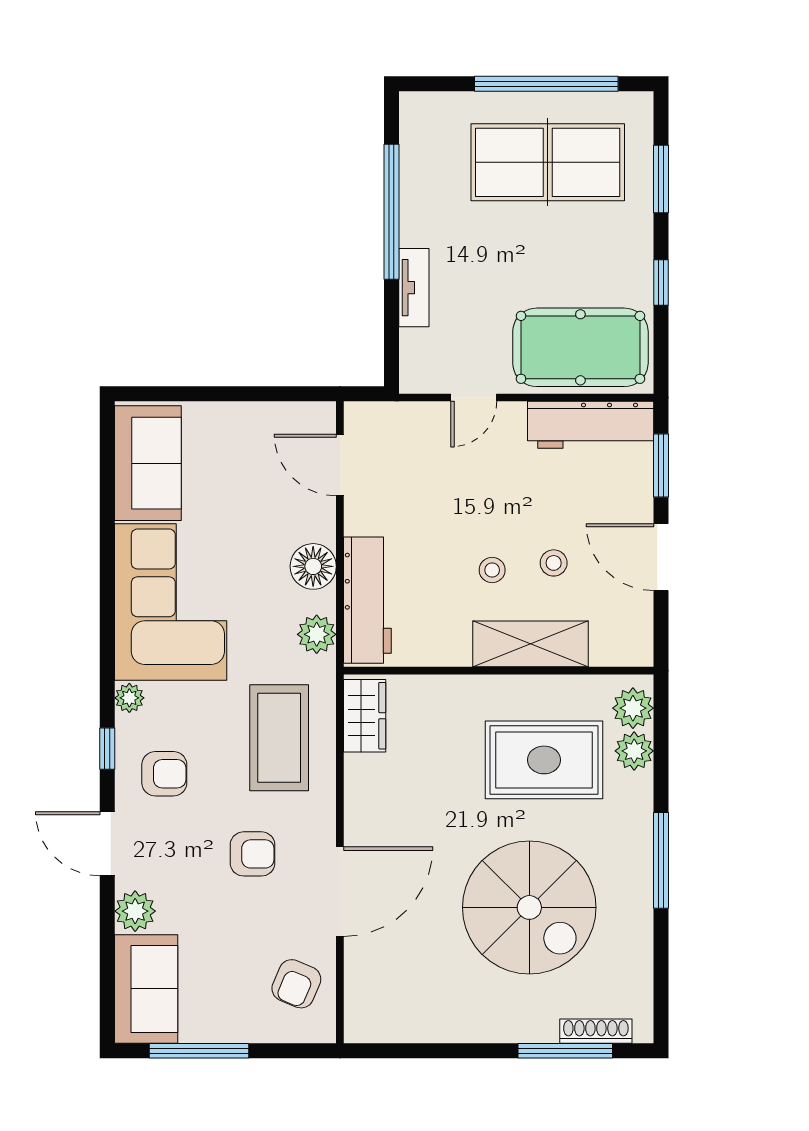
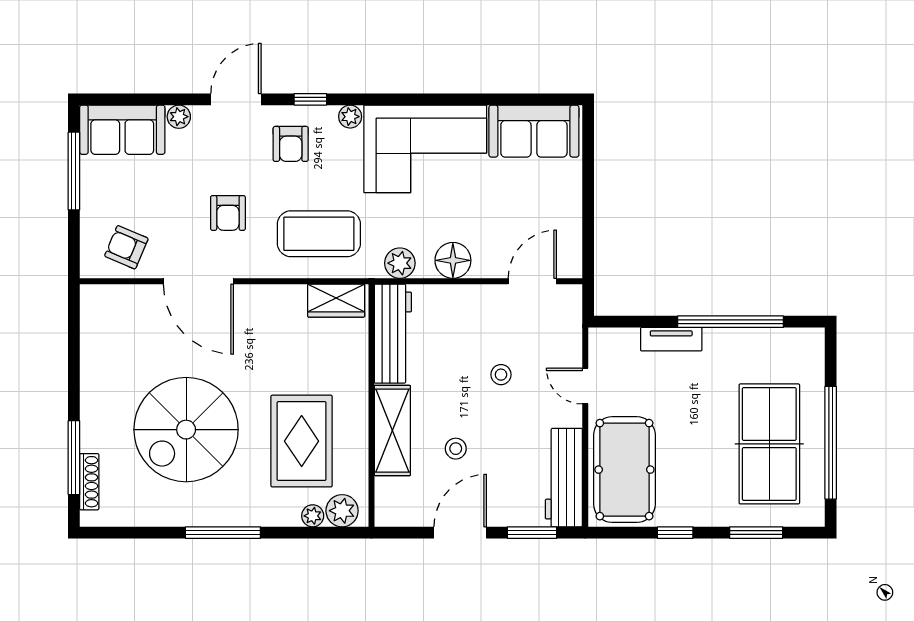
stool: (492, 570) -> (501, 375), moved
workbench: (367, 600) -> (393, 334), moved, turned -90
plant: (634, 751) -> (313, 516), width x0.73, depth x0.73
plant: (135, 911) -> (179, 117), width x0.73, depth x0.73

